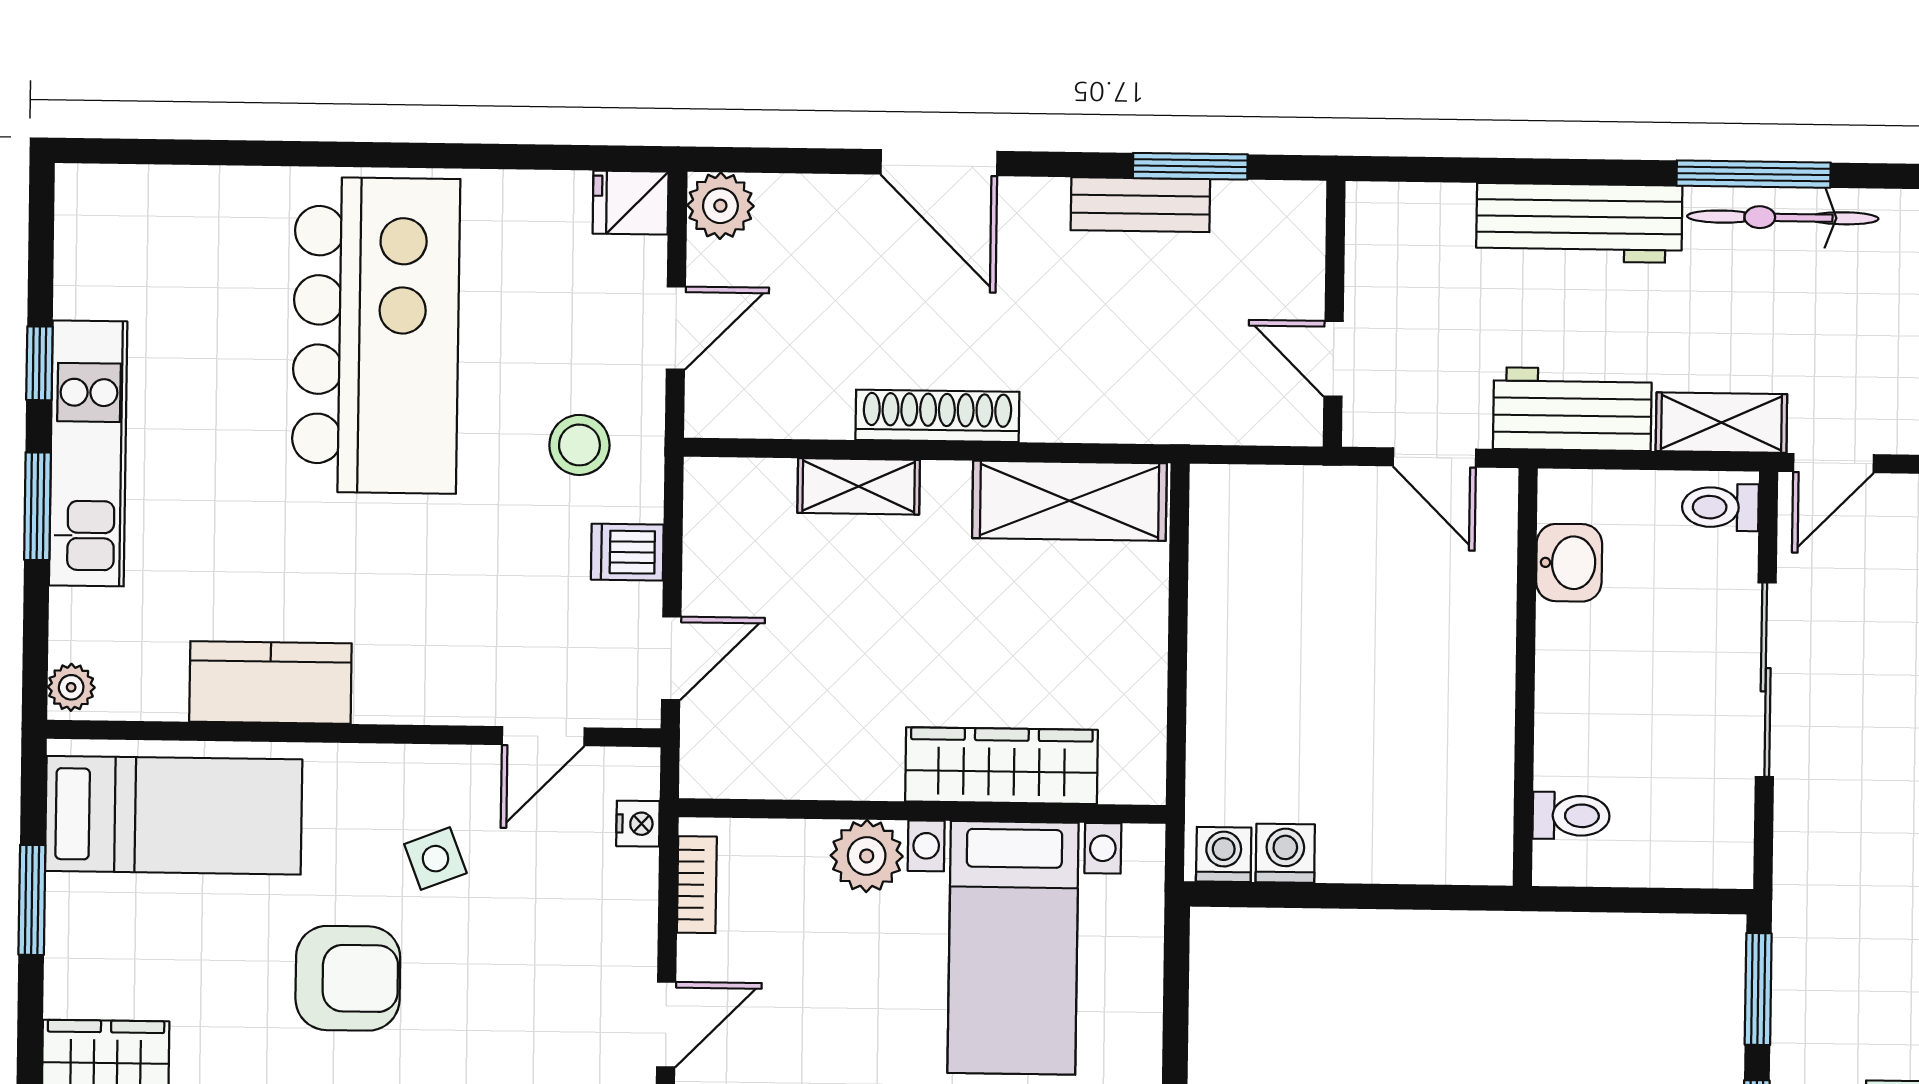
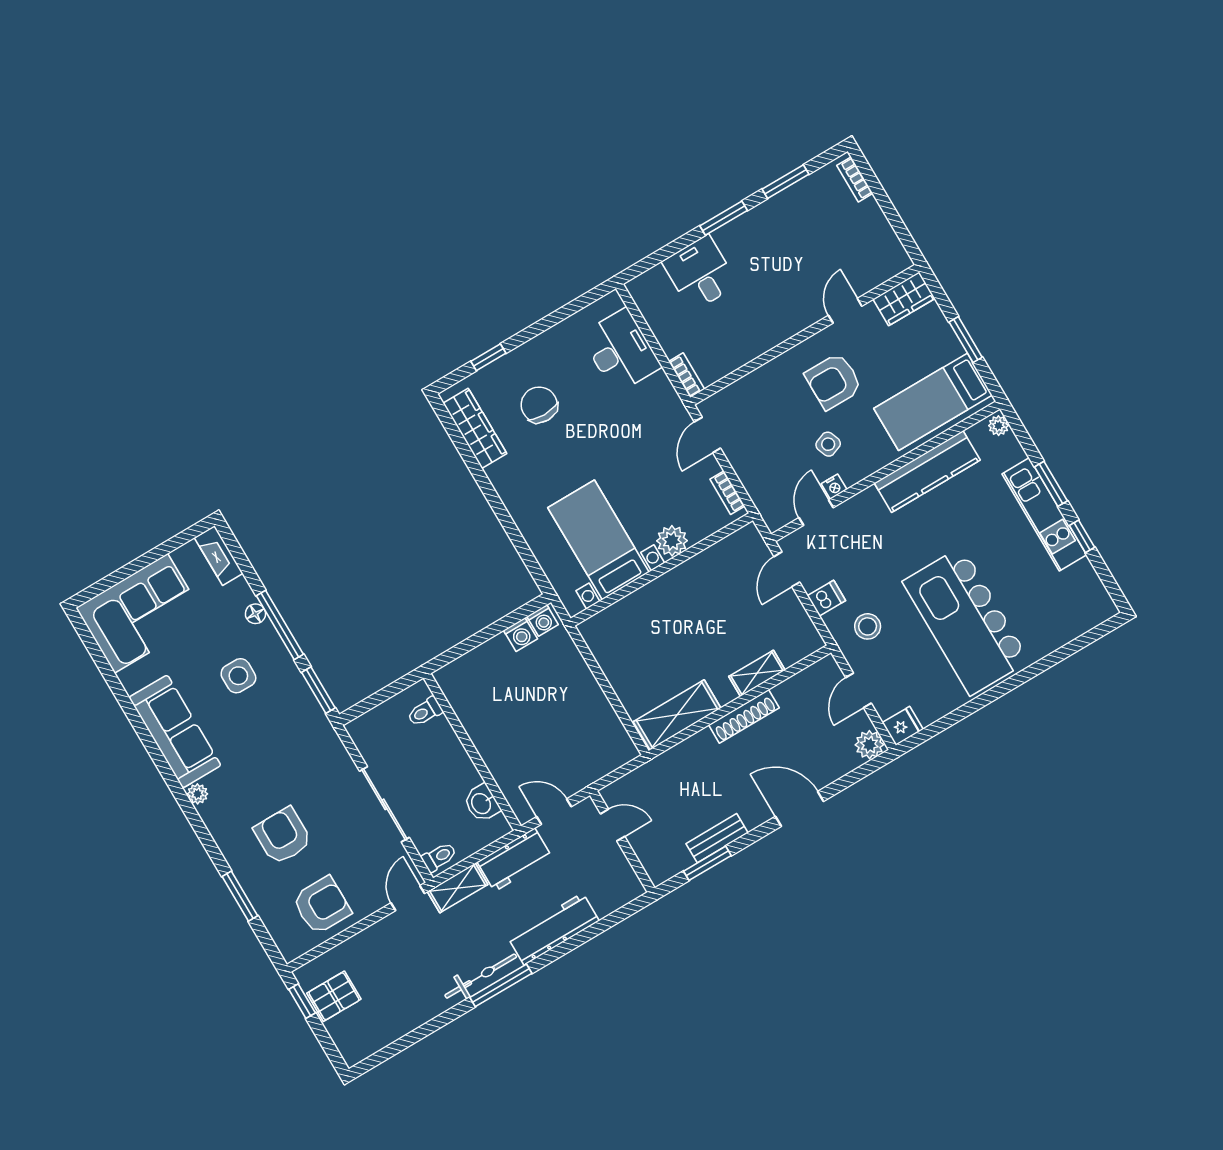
kitchen counter: (270, 683) -> (927, 472), width x1.50
wardrobe: (1001, 766) -> (643, 604), removed
nightstand: (638, 824) -> (834, 487), moved, turned -90

